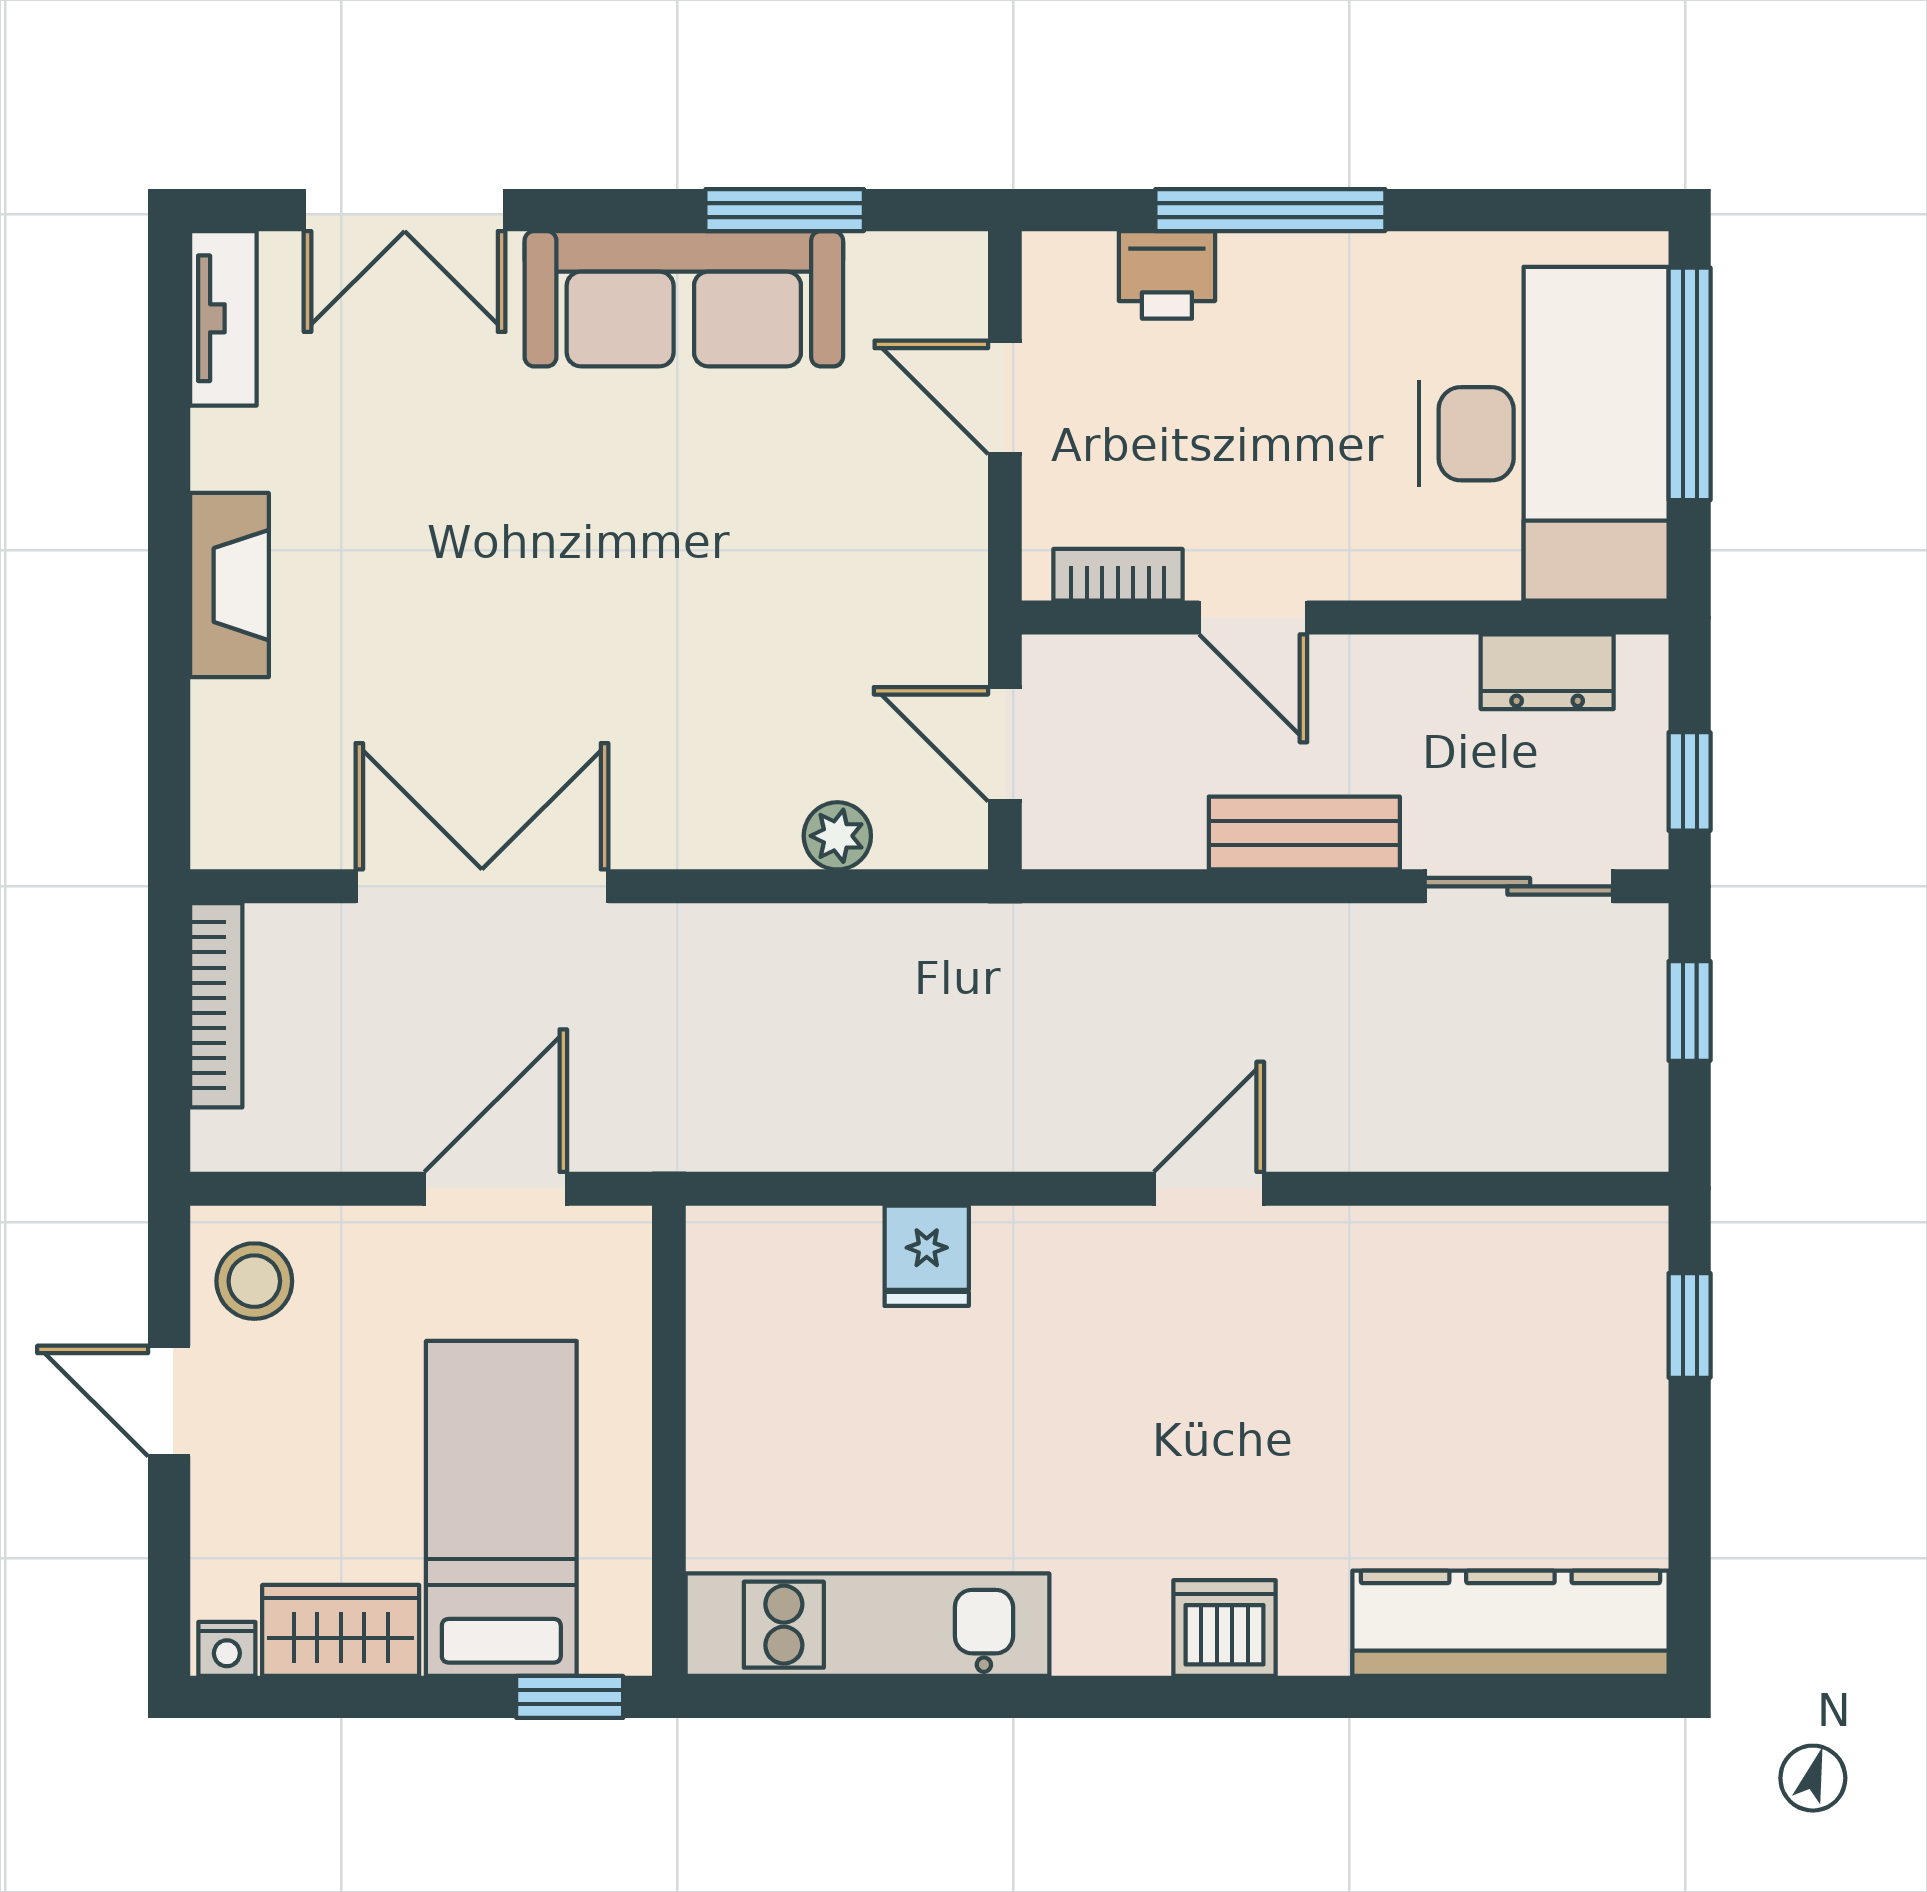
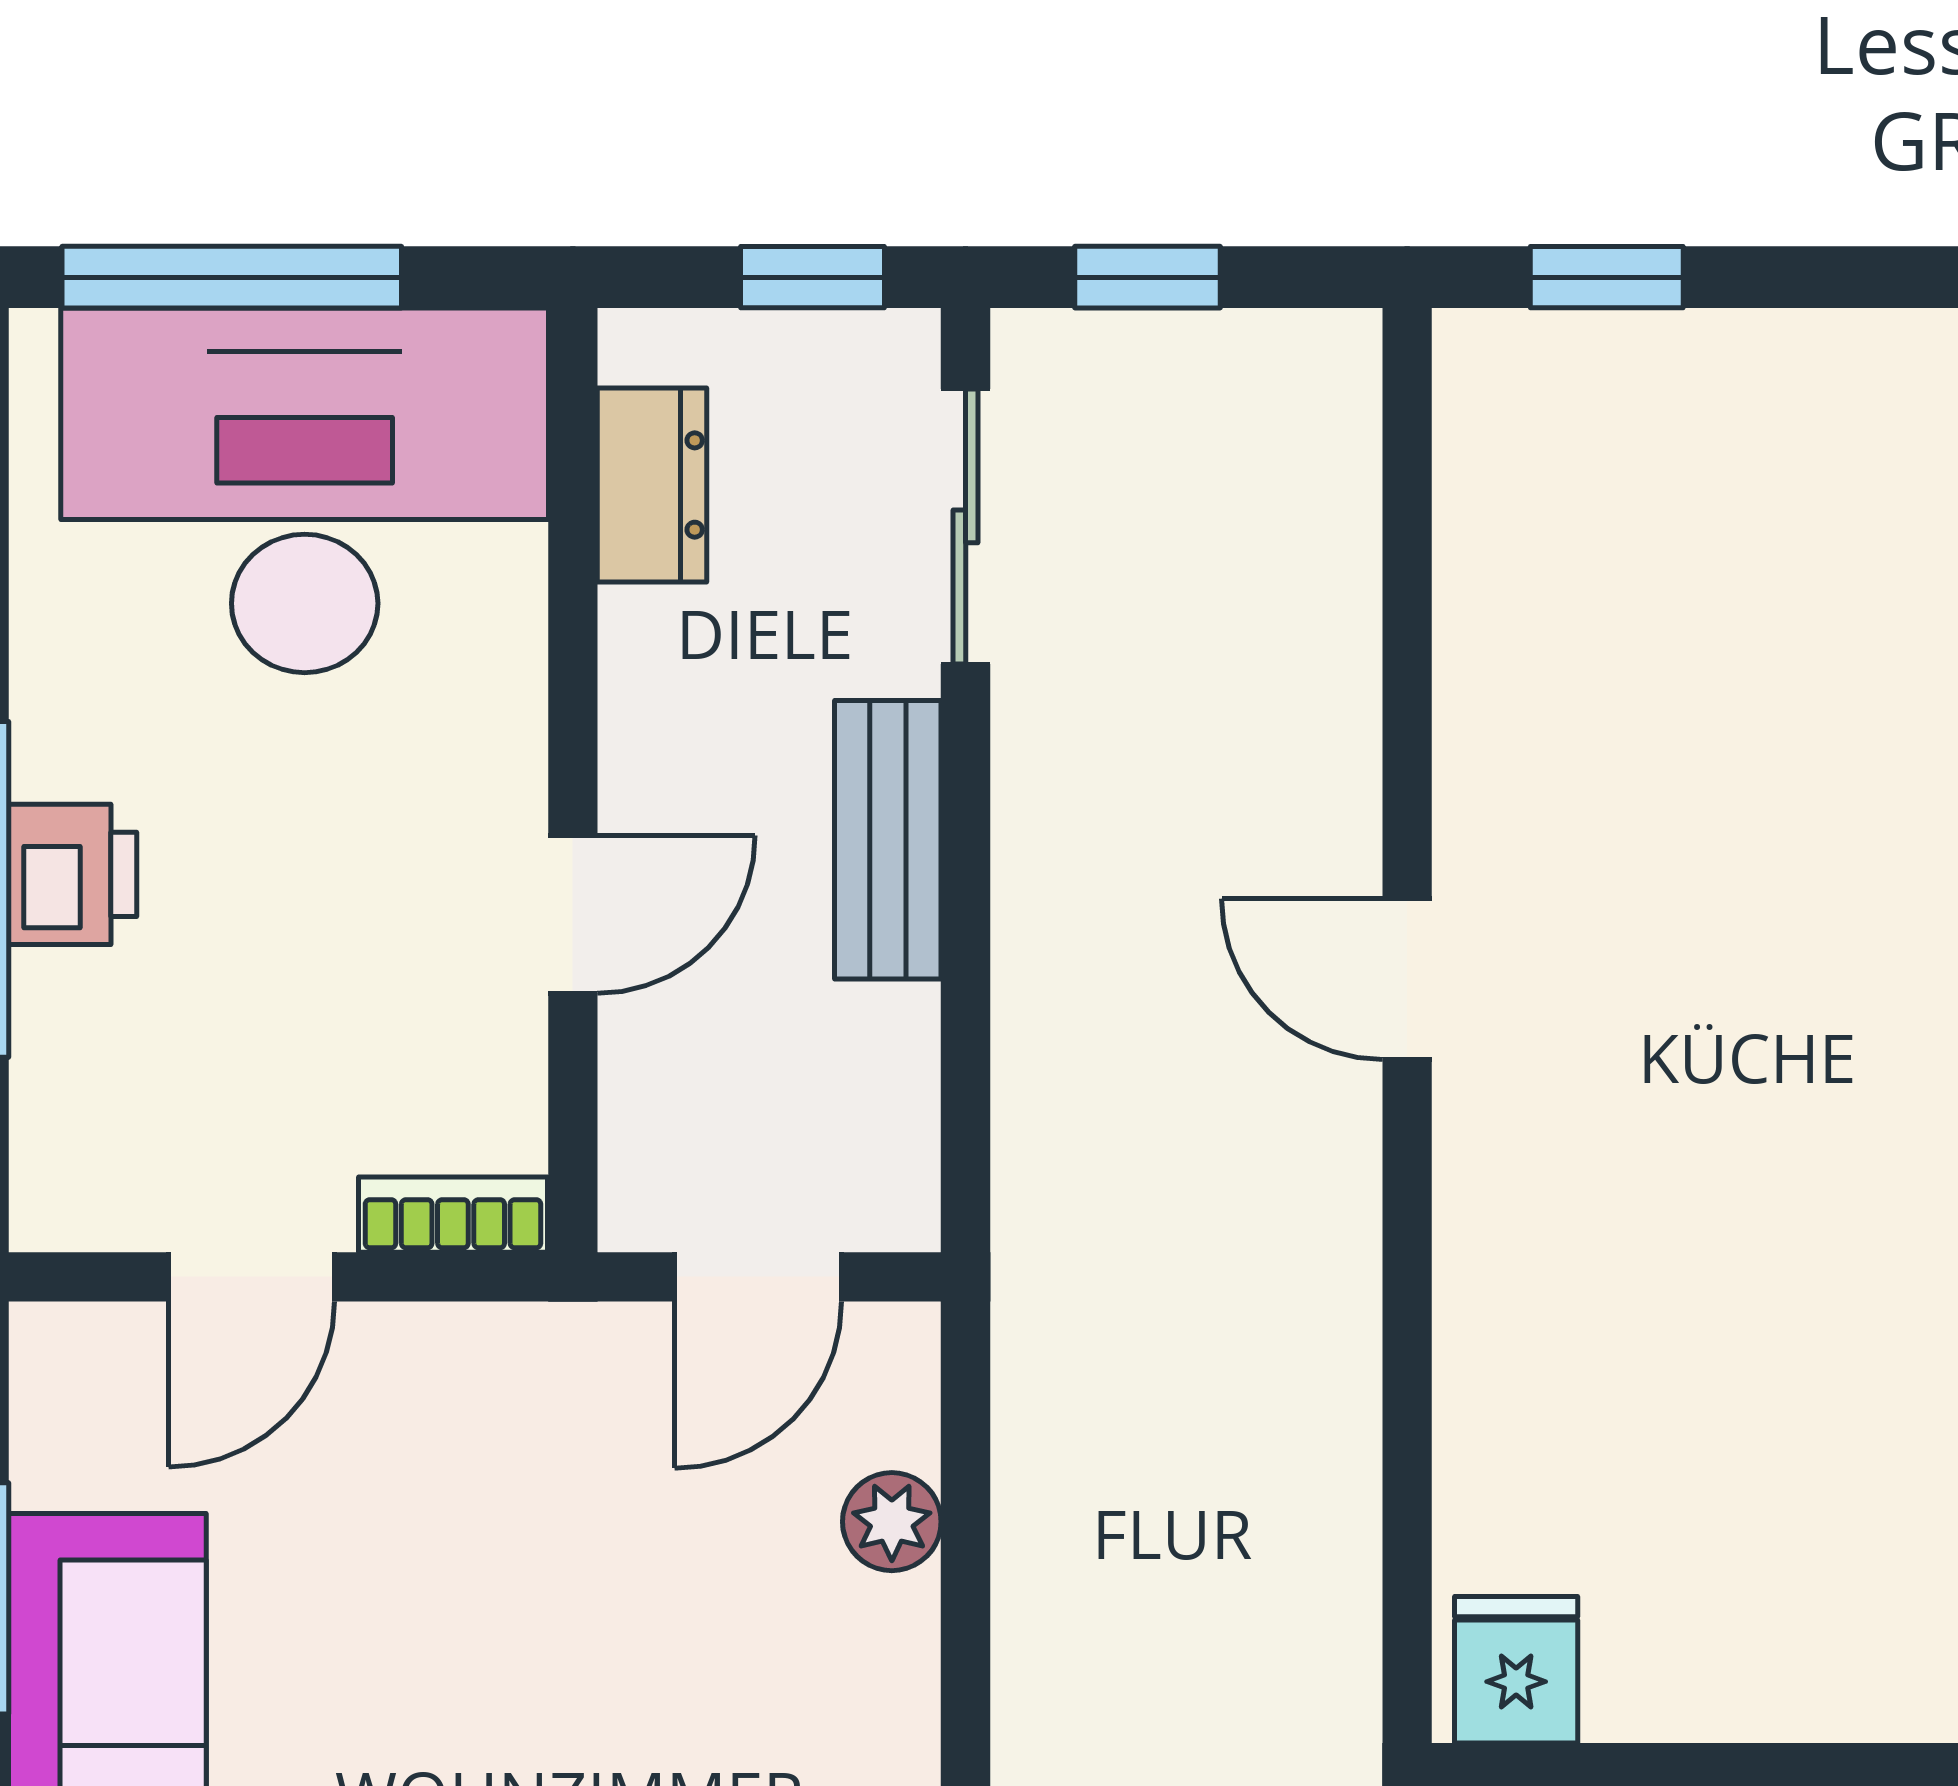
printer: (1167, 275) -> (73, 874), moved
bookcase: (1118, 575) -> (453, 1215), moved, turned 90
fridge: (927, 1256) -> (1516, 1670), moved, turned -90

